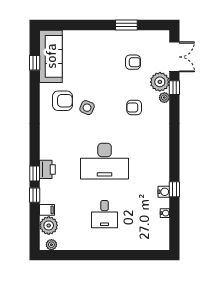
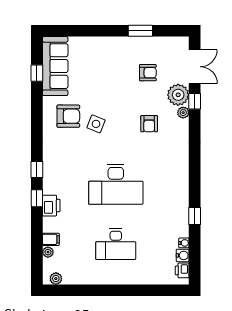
armchair: (134, 107) -> (149, 124), turned -90
printer: (47, 169) -> (51, 206), moved
water cooler: (164, 192) -> (183, 255), moved
window: (35, 195) -> (37, 169), moved
desk: (105, 214) -> (116, 244), width x1.37
plant: (49, 225) -> (48, 252), width x0.53, depth x0.53
printer: (163, 237) -> (182, 270), added

